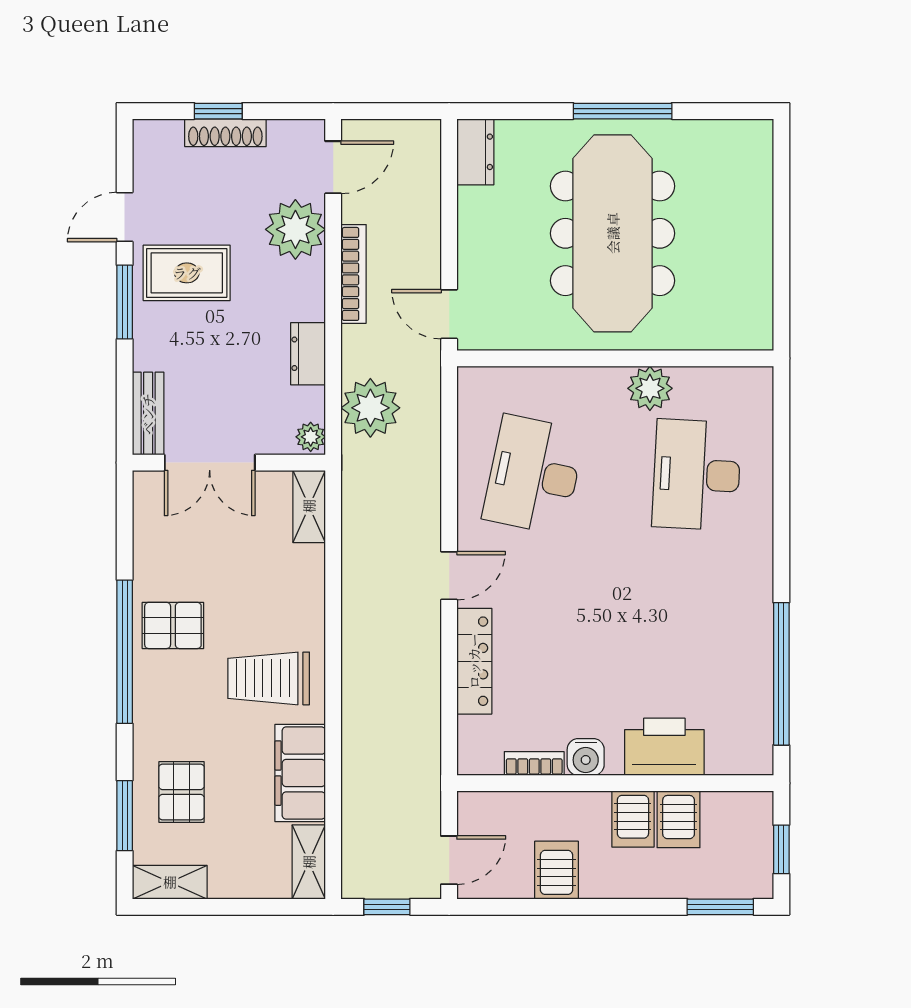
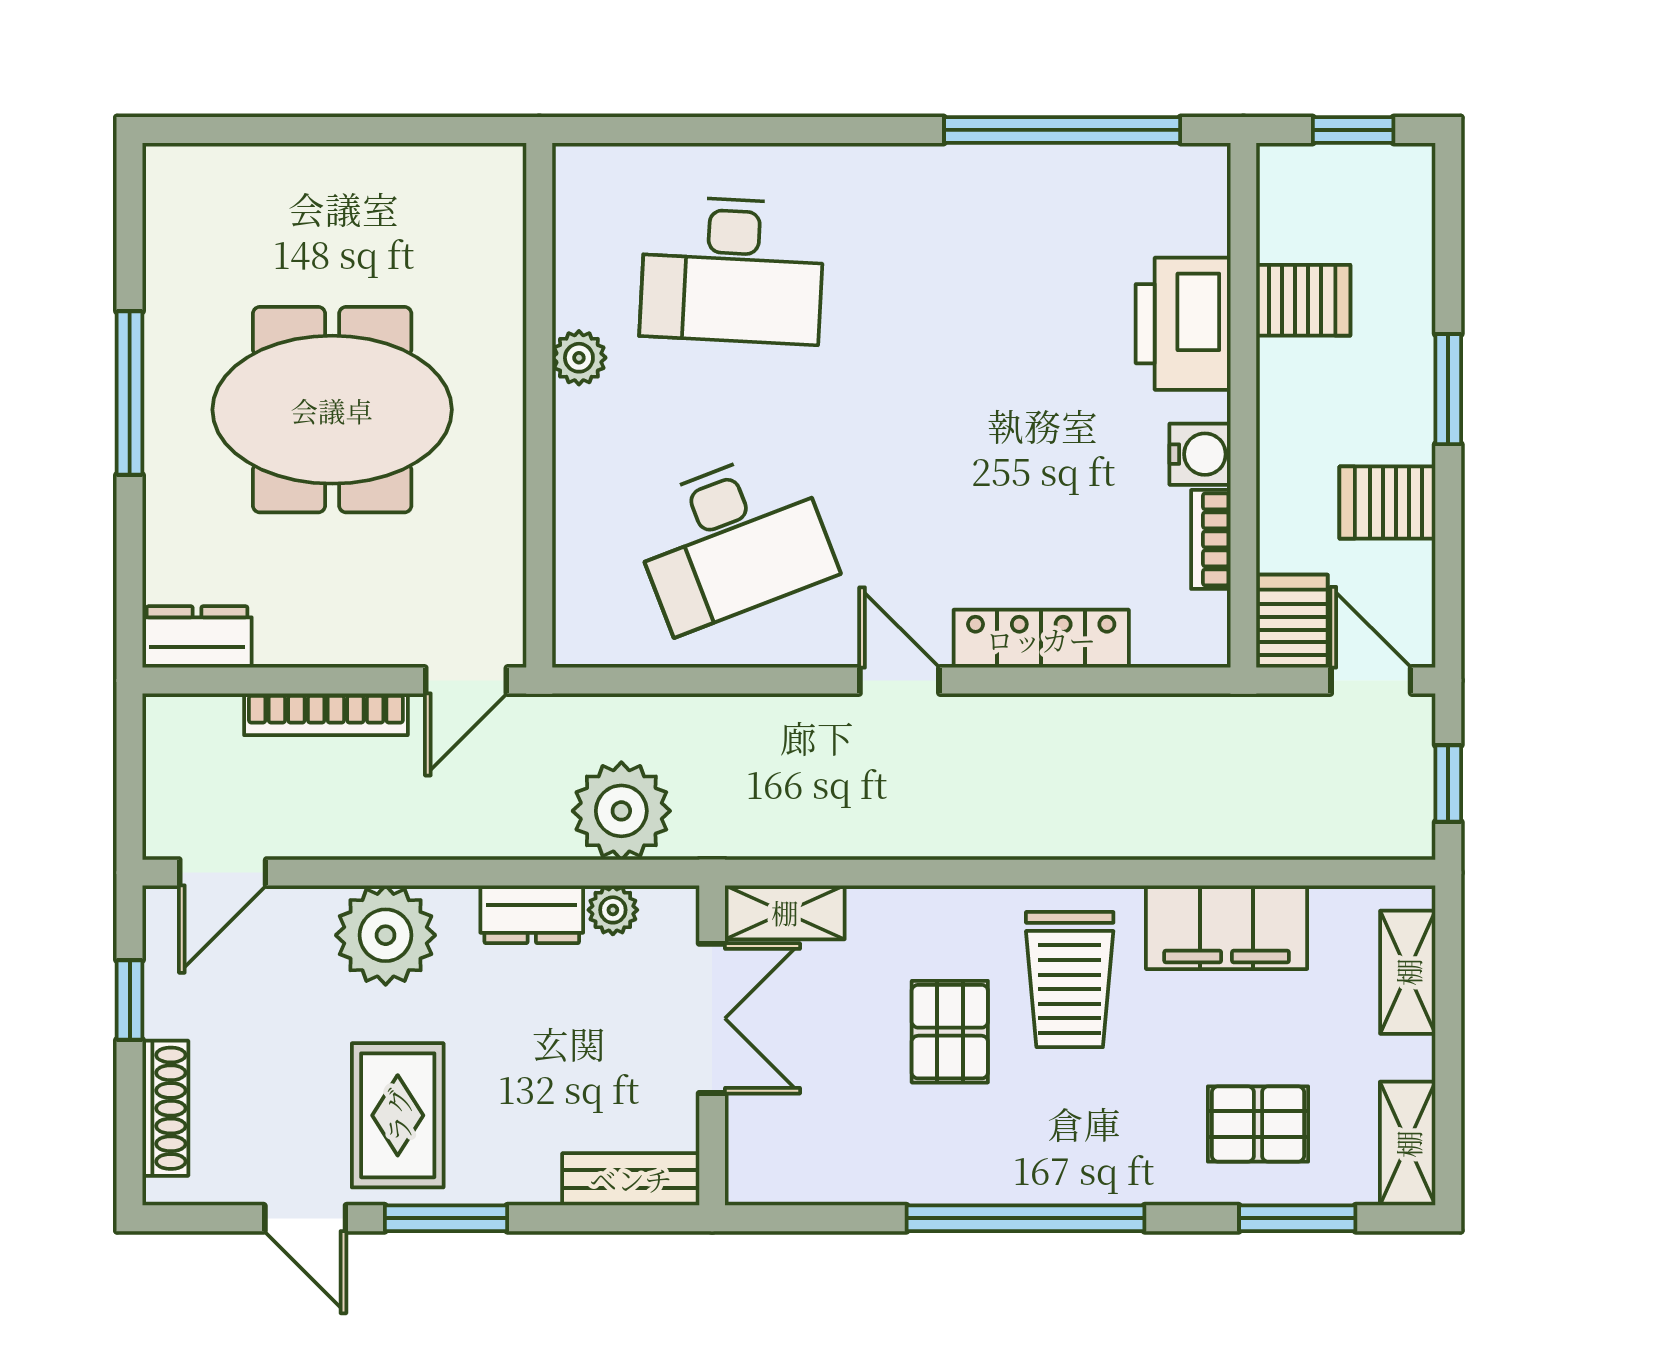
window: (218, 111) -> (130, 1000), moved
shoe rack: (225, 133) -> (165, 1108), moved
door: (333, 167) -> (223, 873), swing flipped
plant: (295, 229) -> (386, 935), moved
meeting table: (613, 233) -> (332, 410), width x0.73
bookcase: (354, 274) -> (326, 714), moved, turned 180
plant: (650, 388) -> (579, 358), width x0.73, depth x0.73
plant: (311, 437) -> (613, 910), moved
double door: (210, 463) -> (712, 1018), moved
desk: (534, 475) -> (732, 540), turned -33
pallet: (173, 625) -> (950, 1032), moved
server rack: (633, 819) -> (1293, 621), moved, turned -90
shelving: (309, 862) -> (1408, 972), moved, turned 90
window: (720, 907) -> (1448, 389), moved

